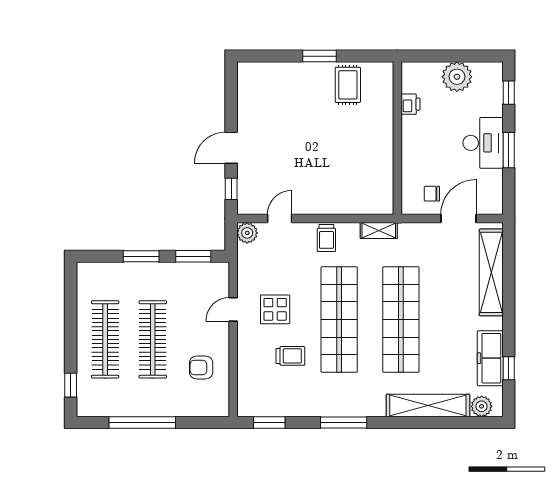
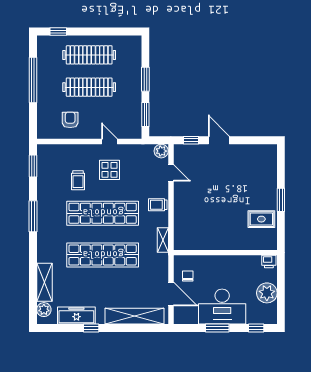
printer: (411, 104) -> (269, 262), moved
desk: (483, 143) -> (222, 307), width x1.36, depth x1.30
window: (509, 368) -> (91, 328), moved
shelving: (428, 405) -> (44, 282), width x0.68

